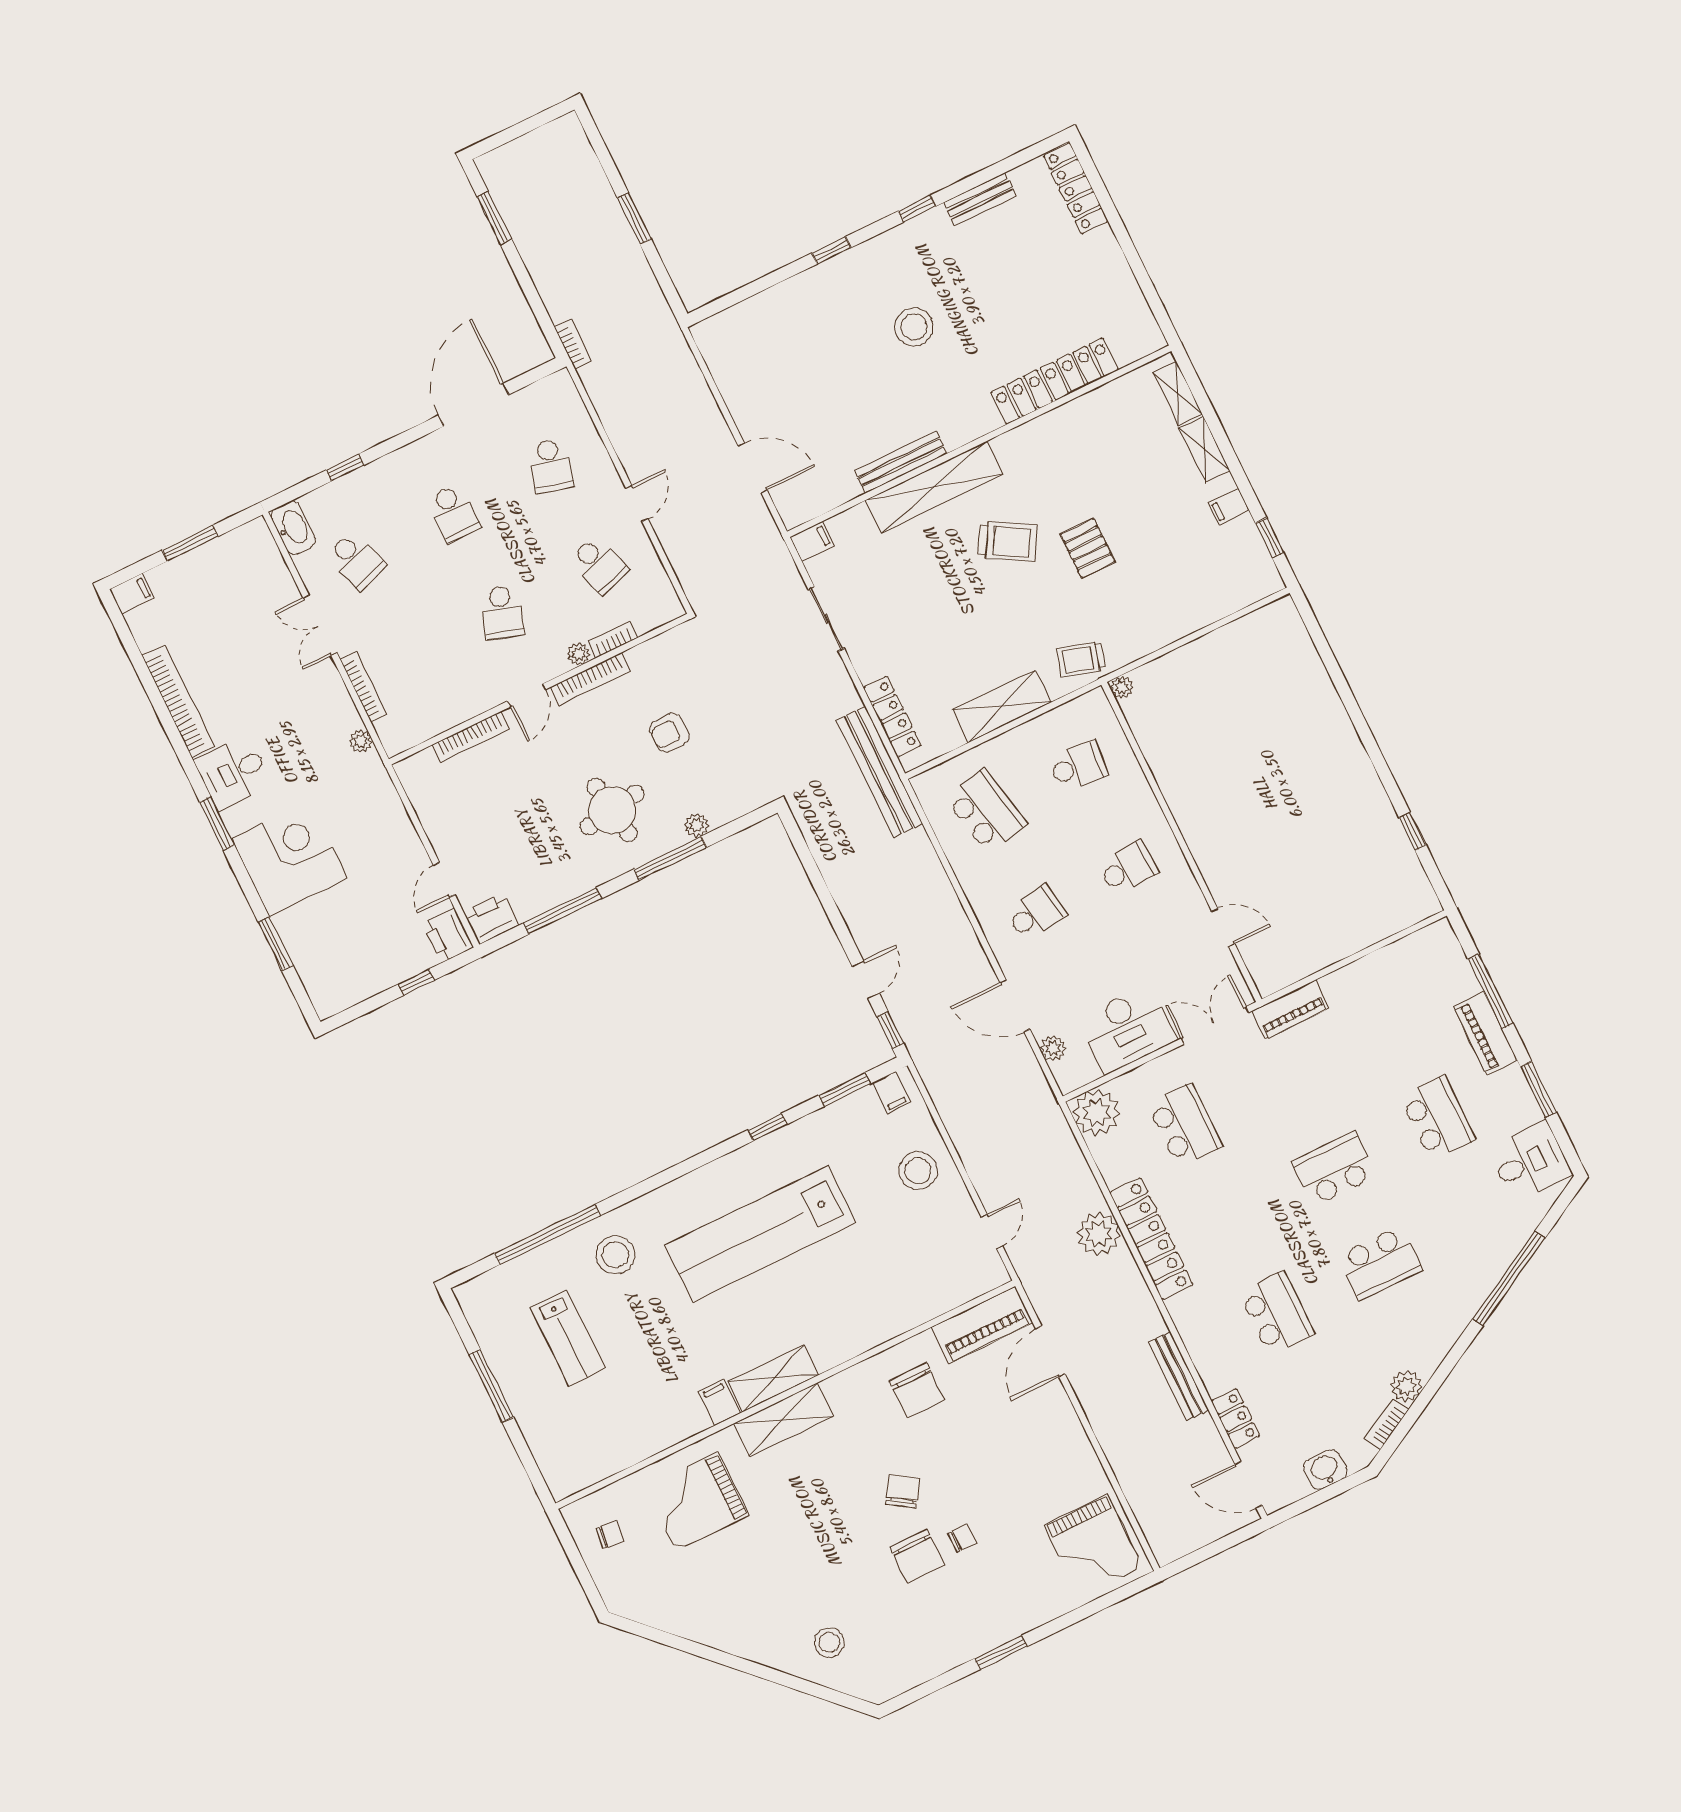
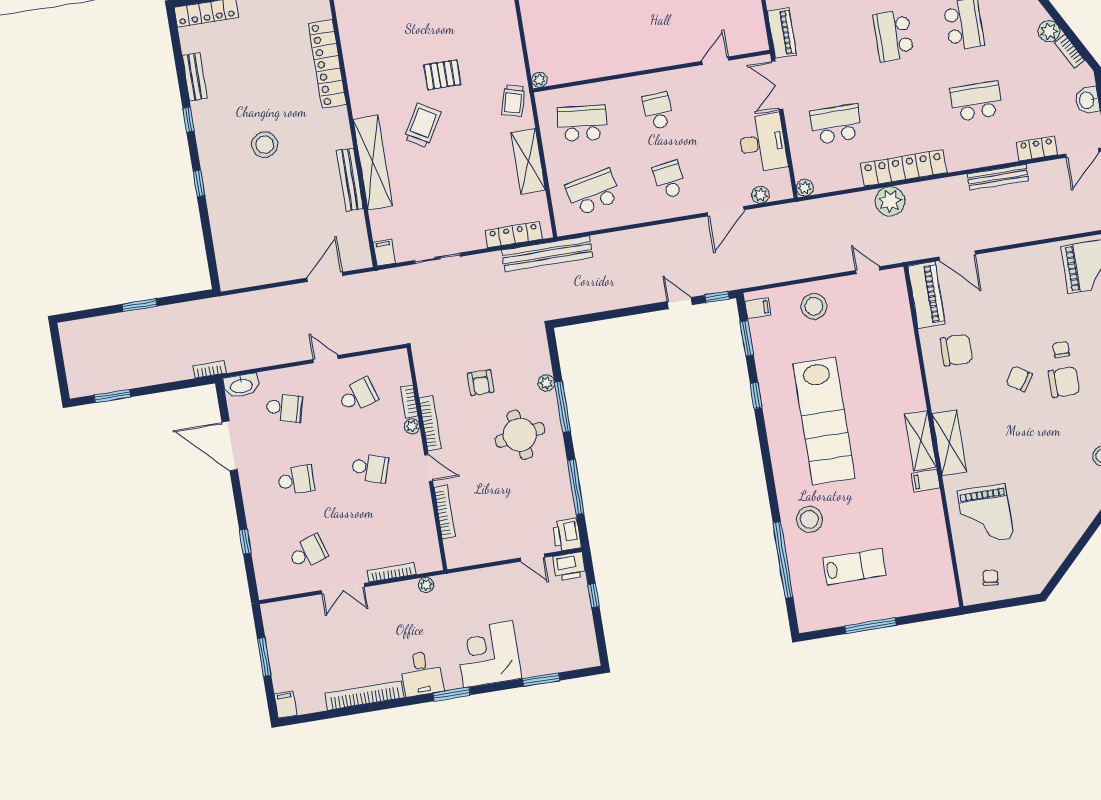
washbasin: (293, 528) -> (241, 386), moved, turned 180
school desk: (1078, 766) -> (582, 123), width x1.85
plant: (1097, 1113) -> (805, 188), width x0.53, depth x0.53

